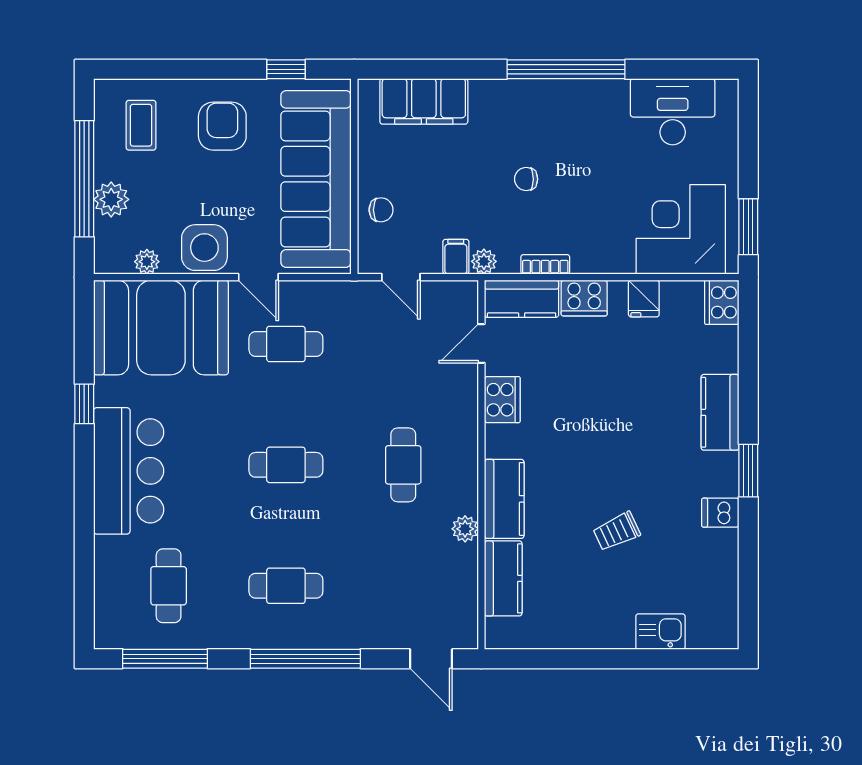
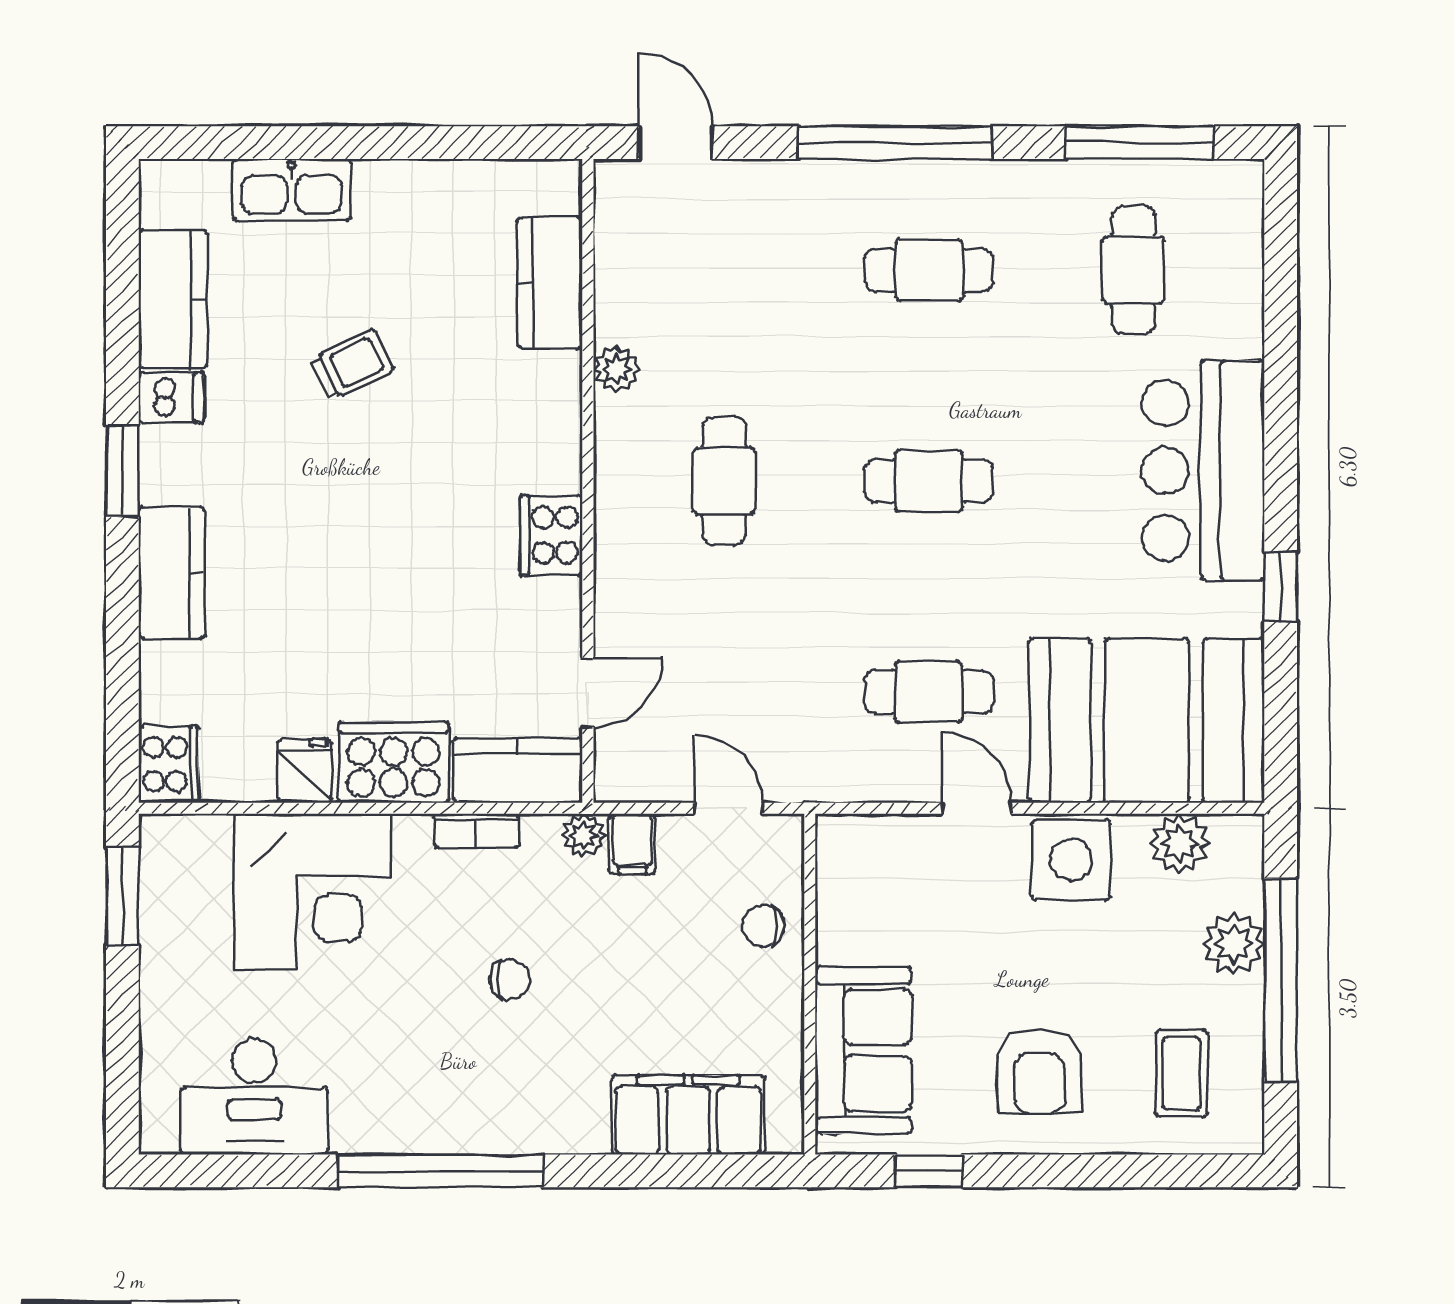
sofa: (316, 179) -> (863, 1050), width x0.54, depth x0.79
corner desk: (681, 229) -> (312, 892), moved
plant: (147, 262) -> (1180, 844), width x1.38, depth x1.38
cooker: (584, 298) -> (394, 762), width x1.37, depth x1.31
cooker: (502, 400) -> (551, 535), moved
kitchen counter: (504, 499) -> (173, 299), moved, turned 180
kitchen sink: (660, 632) -> (292, 190), width x1.38

